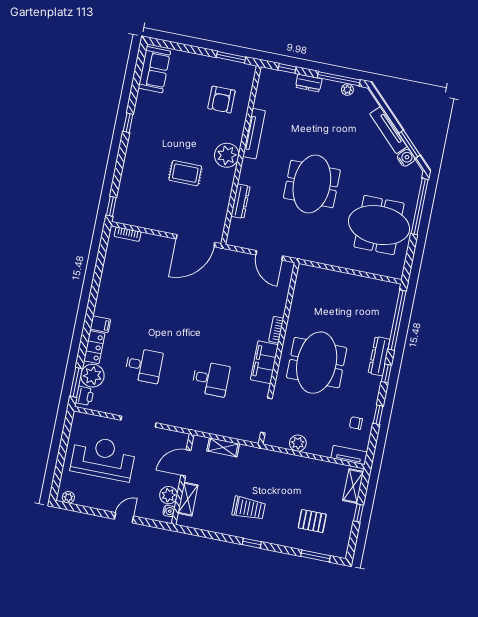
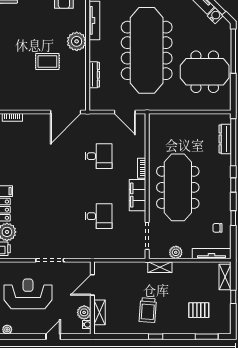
meeting table: (312, 184) -> (147, 50), width x1.86, depth x1.27
dresser: (379, 356) -> (225, 139), moved
meeting table: (317, 363) -> (178, 187), width x1.36
desk: (144, 365) -> (99, 156), moved
shelving: (223, 447) -> (160, 267), moved
tv unit: (349, 455) -> (212, 254), width x1.41
trolley: (249, 508) -> (148, 310), turned 94

